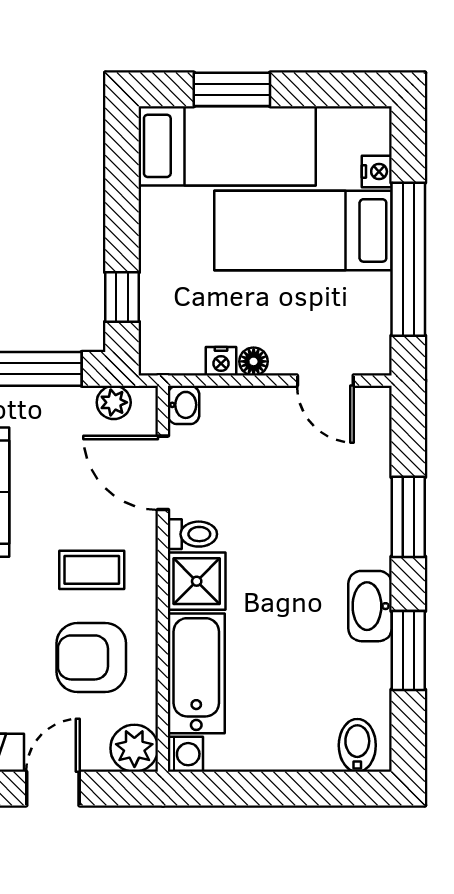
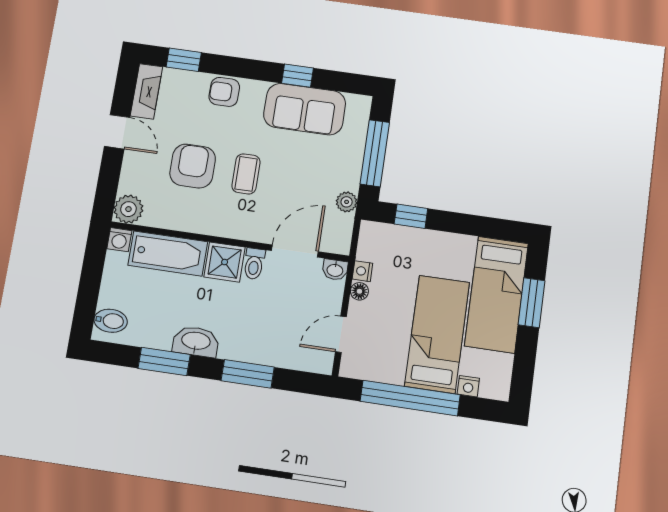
washbasin: (184, 405) -> (335, 270), moved
door: (163, 473) -> (295, 251), moved
toilet: (192, 534) -> (254, 264), moved
wall: (163, 579) -> (229, 242), moved
shower: (197, 581) -> (225, 262), moved
bathtub: (196, 673) -> (168, 254), moved
plant: (134, 748) -> (128, 209), moved
washing machine: (185, 754) -> (119, 240), moved

